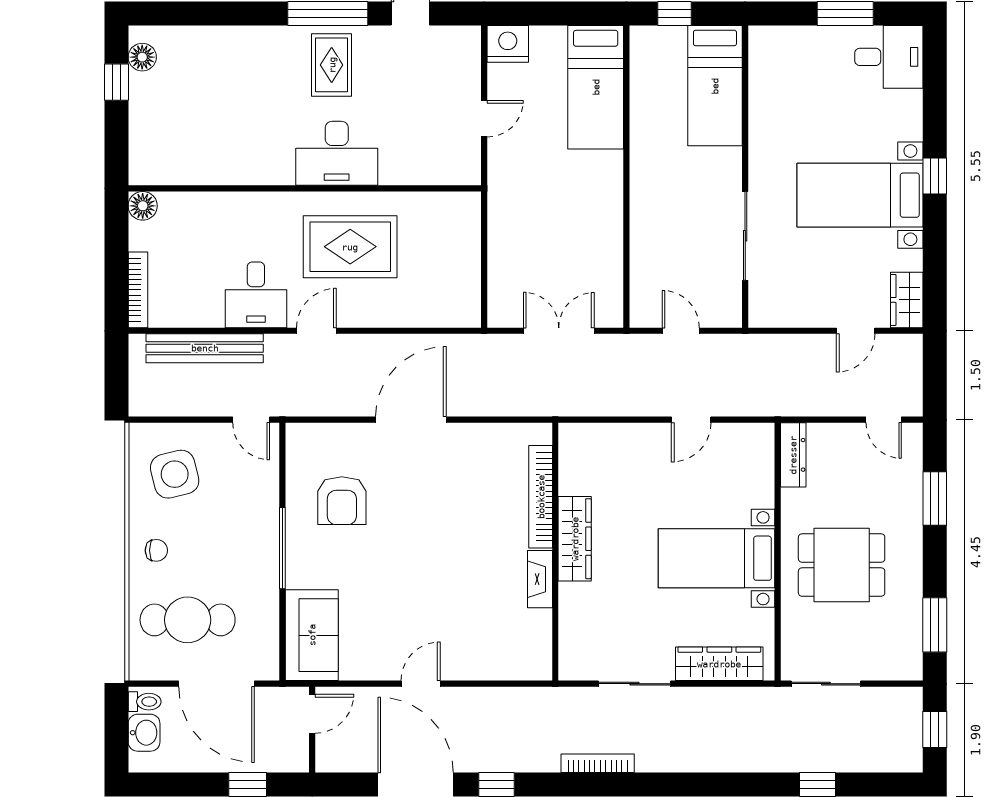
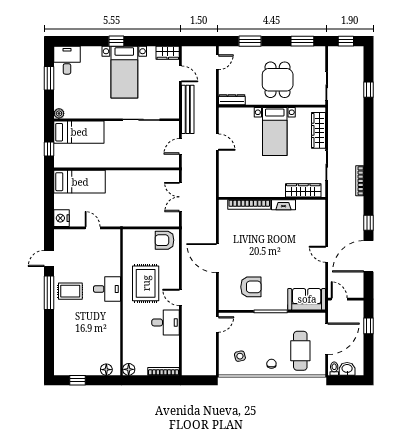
plant: (760, 38) -> (59, 113), added
floor lamp: (142, 57) -> (106, 370), moved
desk: (337, 153) -> (107, 289), width x0.73
armchair: (454, 292) -> (165, 240), added
bench: (205, 348) -> (188, 109), moved
side table: (175, 474) -> (240, 356), width x0.54, depth x0.54
wardrobe: (575, 539) -> (303, 190), moved

